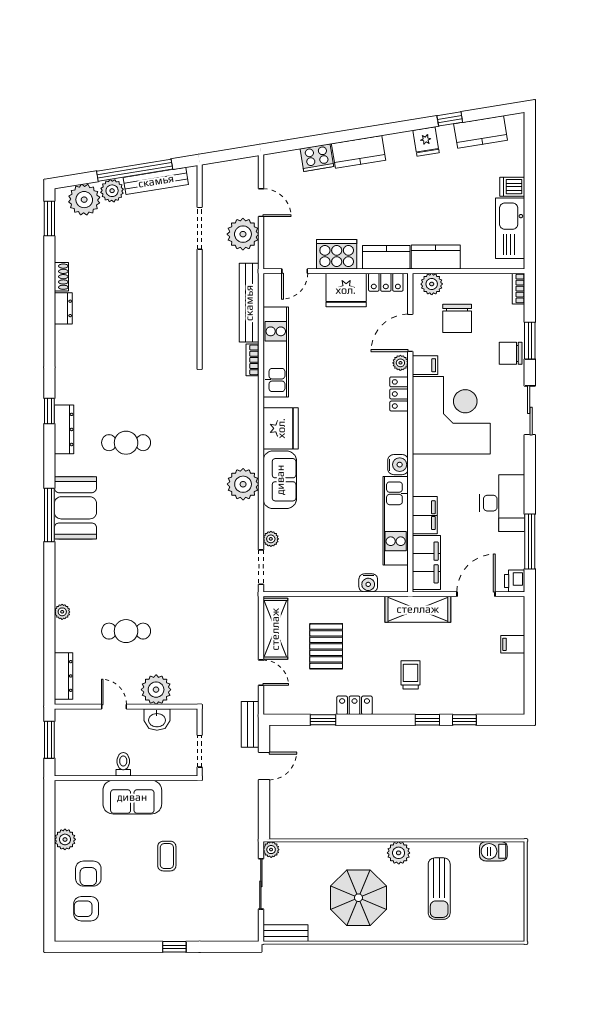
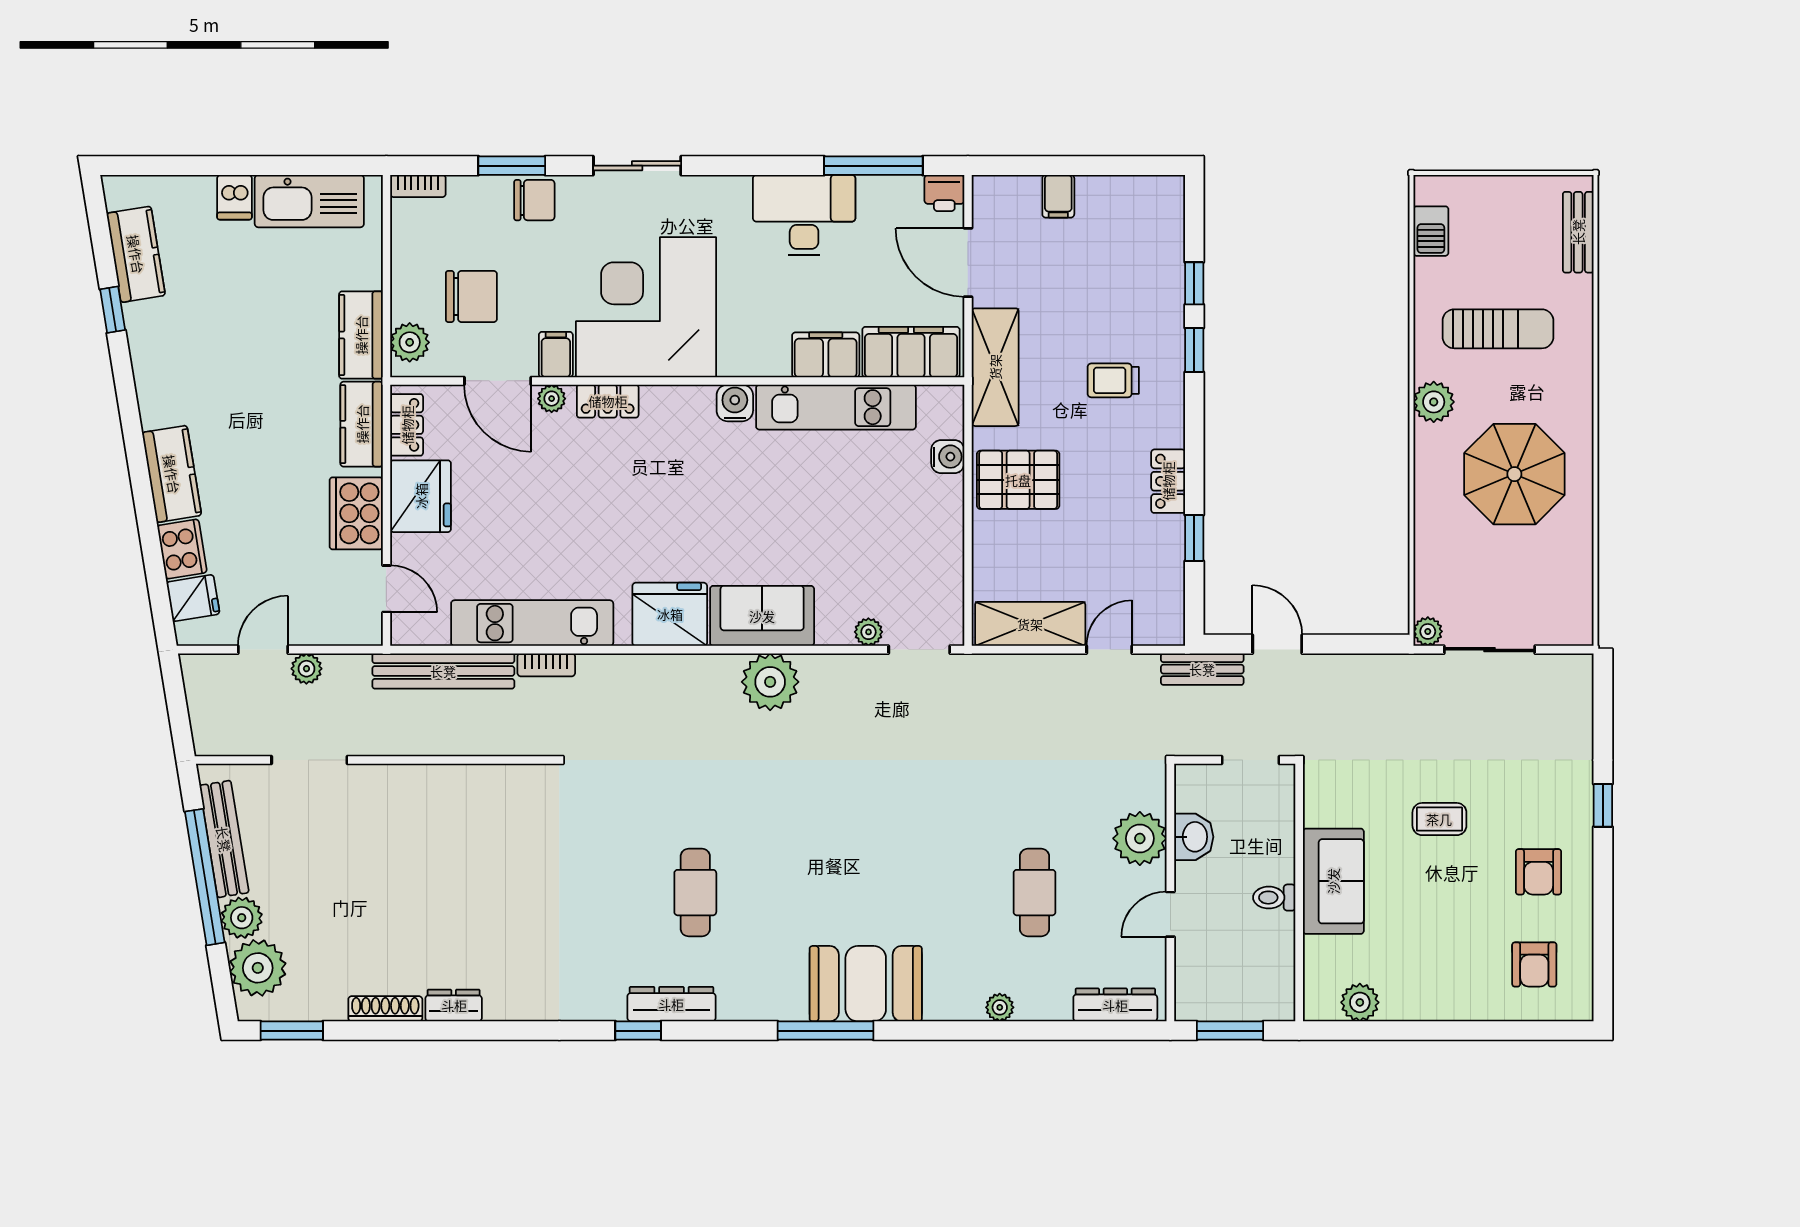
fridge: (426, 141) -> (193, 598), moved
plant: (243, 234) -> (306, 669), width x0.53, depth x0.53
shoe rack: (61, 277) -> (385, 1009), width x1.43
chair: (511, 353) -> (534, 200), turned -90
booth: (75, 508) -> (866, 984), moved
pallet: (326, 646) -> (1018, 480), moved
plant: (65, 839) -> (1360, 1002), moved
armchair: (88, 874) -> (1539, 872), moved, turned 90
bench: (285, 933) -> (1578, 232), moved

